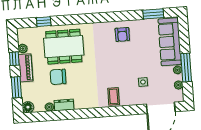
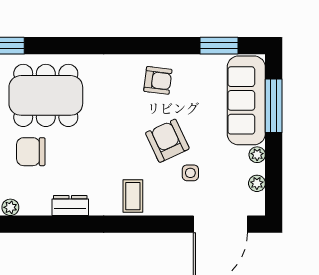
armchair: (122, 34) -> (158, 80), turned -83
armchair: (130, 66) -> (167, 141), added
window: (186, 68) -> (274, 106), moved
dresser: (64, 105) -> (70, 205), moved

